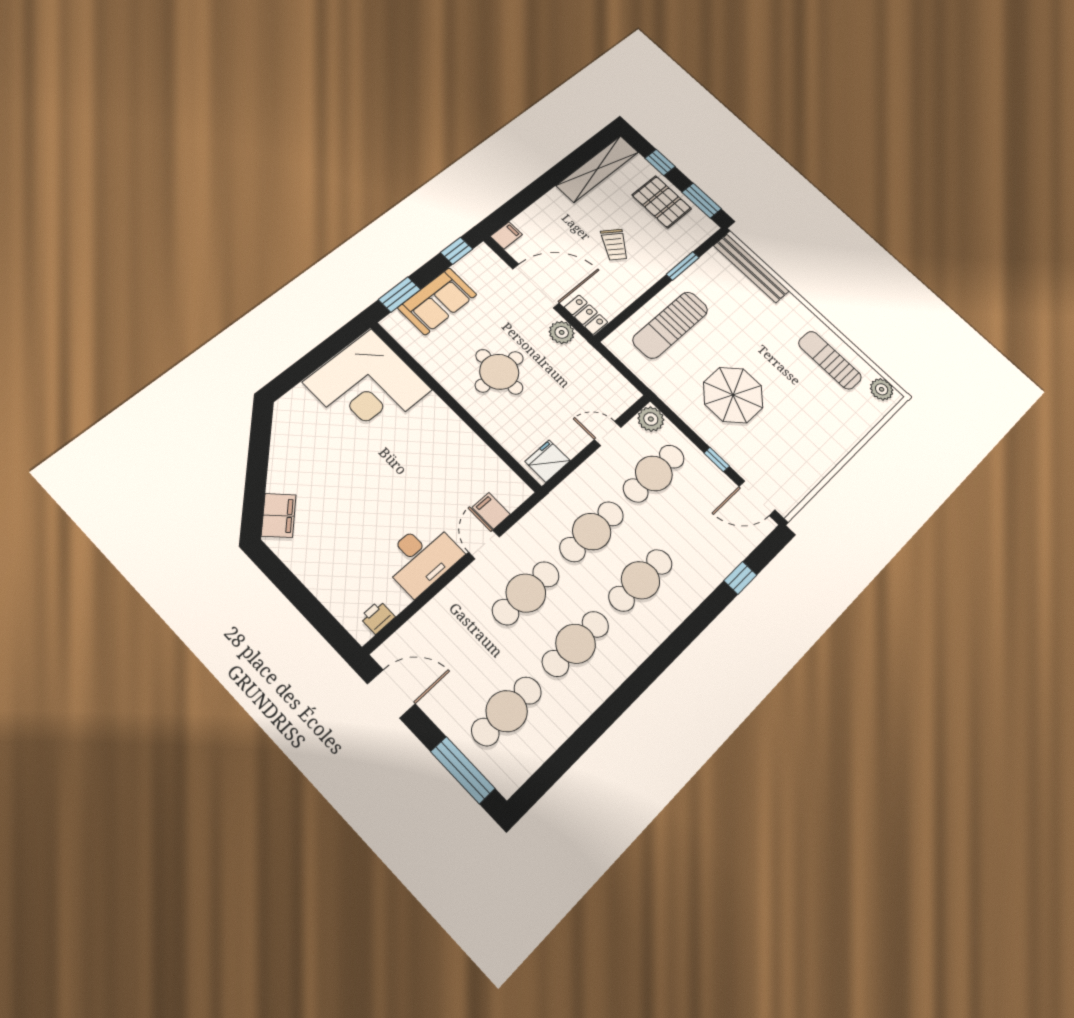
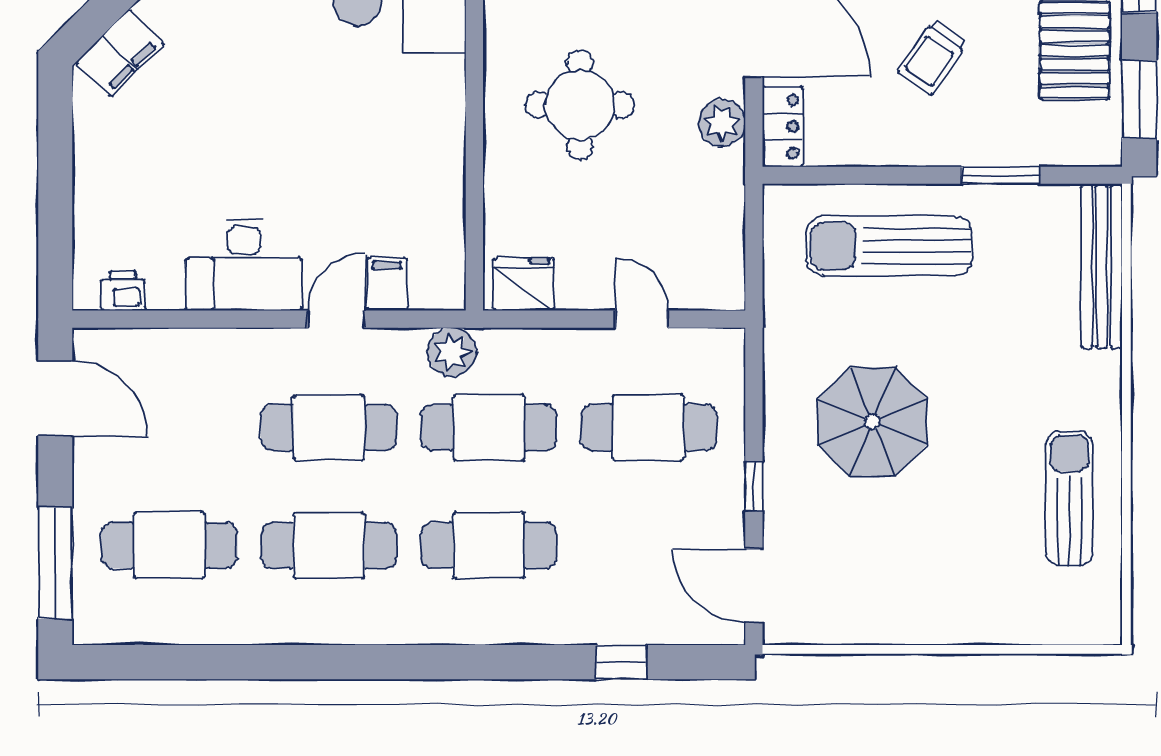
plant: (882, 389) -> (1100, 605), removed
plant: (651, 419) -> (452, 352), moved

